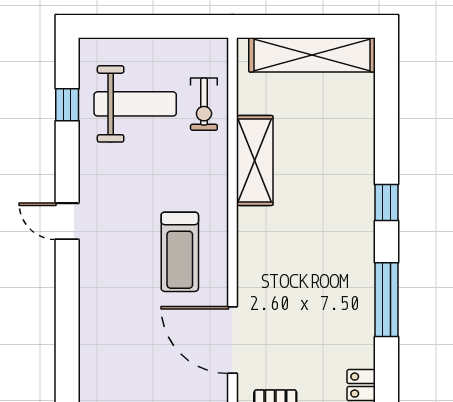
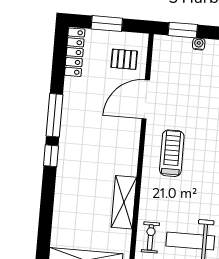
window: (387, 202) -> (51, 156), moved
door: (232, 340) -> (146, 99), swing flipped

